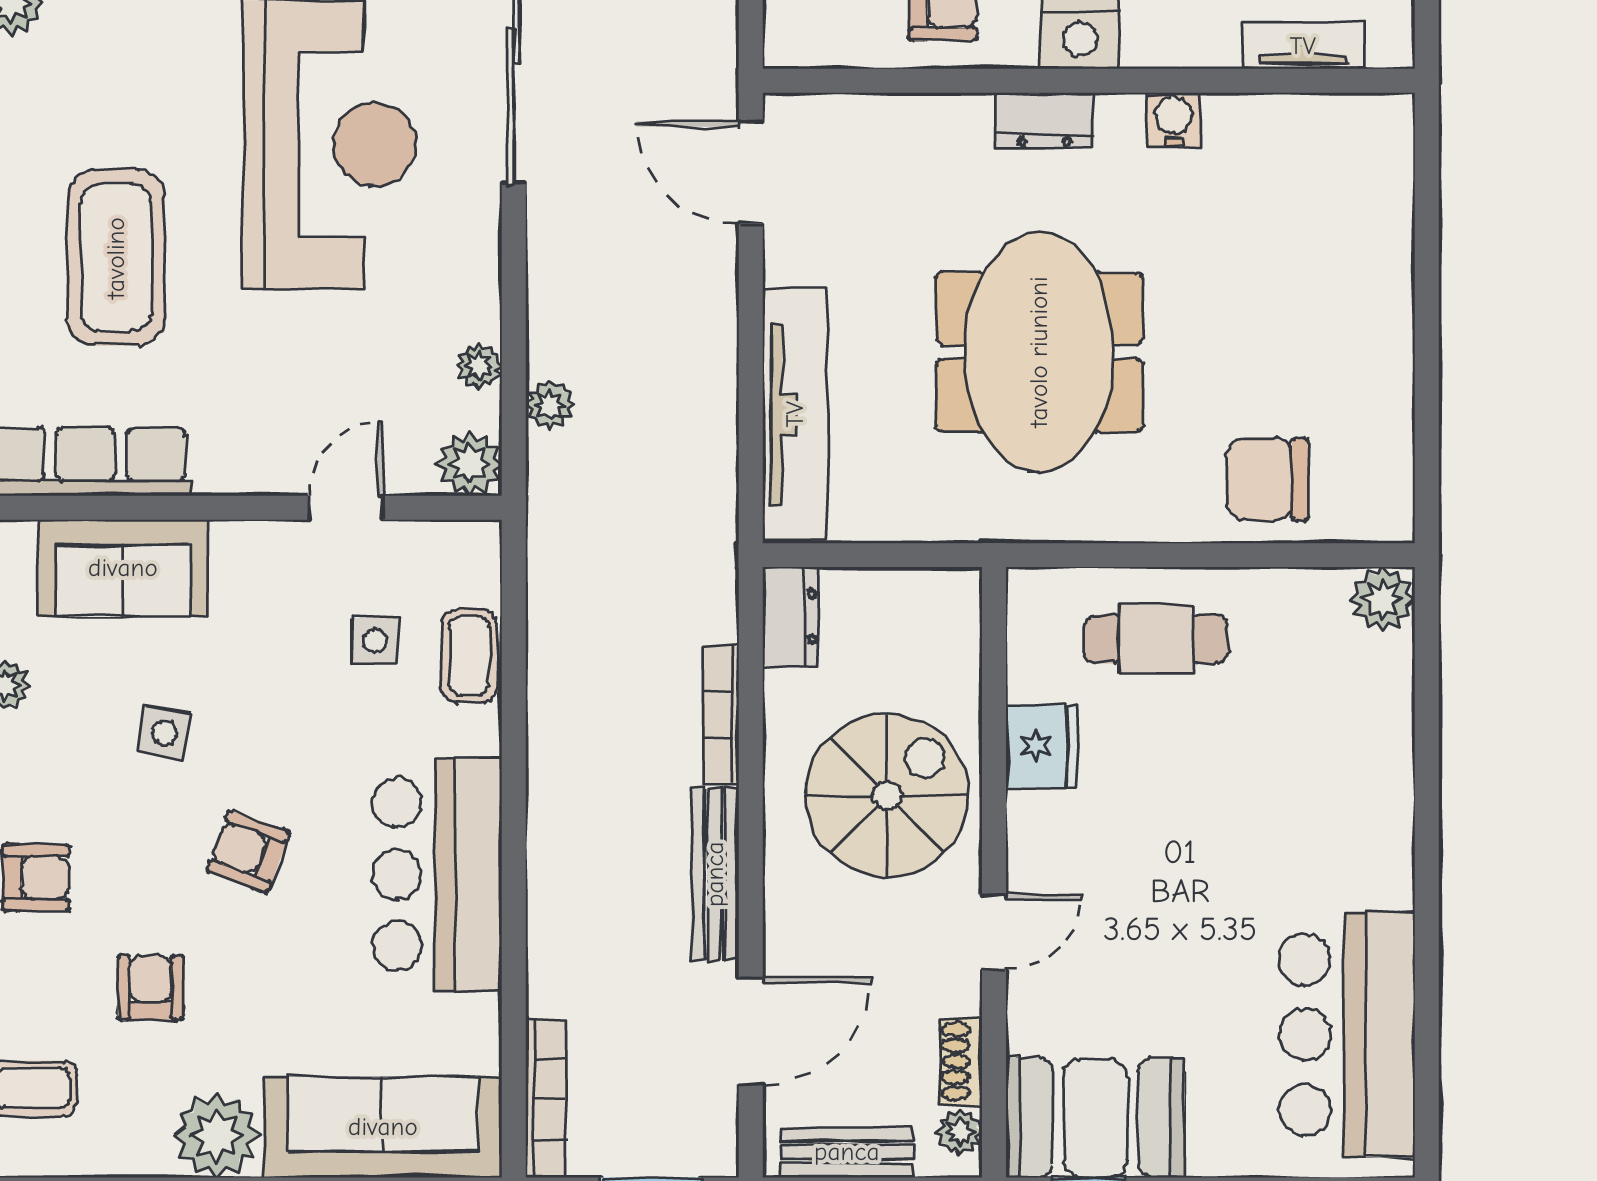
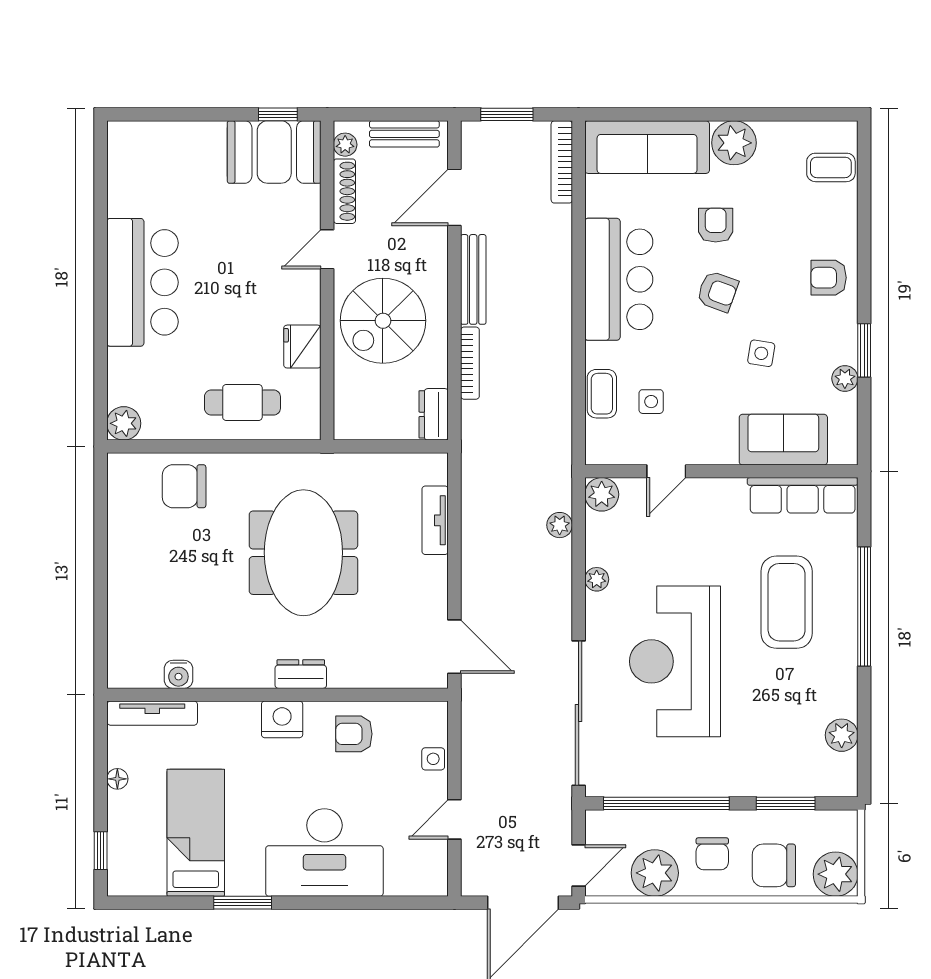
tv unit: (1303, 46) -> (152, 713), width x1.41
water cooler: (1174, 120) -> (178, 674), moved
plant: (479, 366) -> (597, 579), moved
tv unit: (795, 414) -> (435, 520), width x0.52, depth x0.78
chair: (1267, 479) -> (184, 486), turned 180
armchair: (150, 988) -> (716, 225), moved, turned 180
bar counter: (1347, 1035) -> (142, 282), moved
shoe rack: (961, 1061) -> (344, 191), width x1.43

